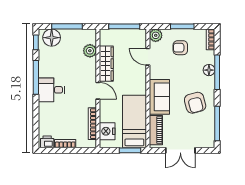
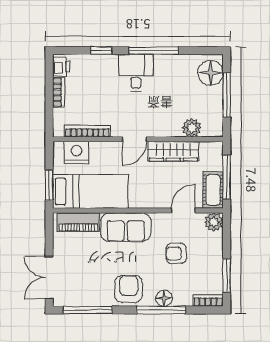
window: (182, 26) -> (227, 275), moved
cot: (133, 36) -> (213, 190), added
window: (36, 42) -> (101, 51), moved
armchair: (180, 48) -> (176, 254), moved, turned -90
armchair: (195, 103) -> (129, 289), moved, turned 105
double door: (180, 150) -> (49, 278), moved

